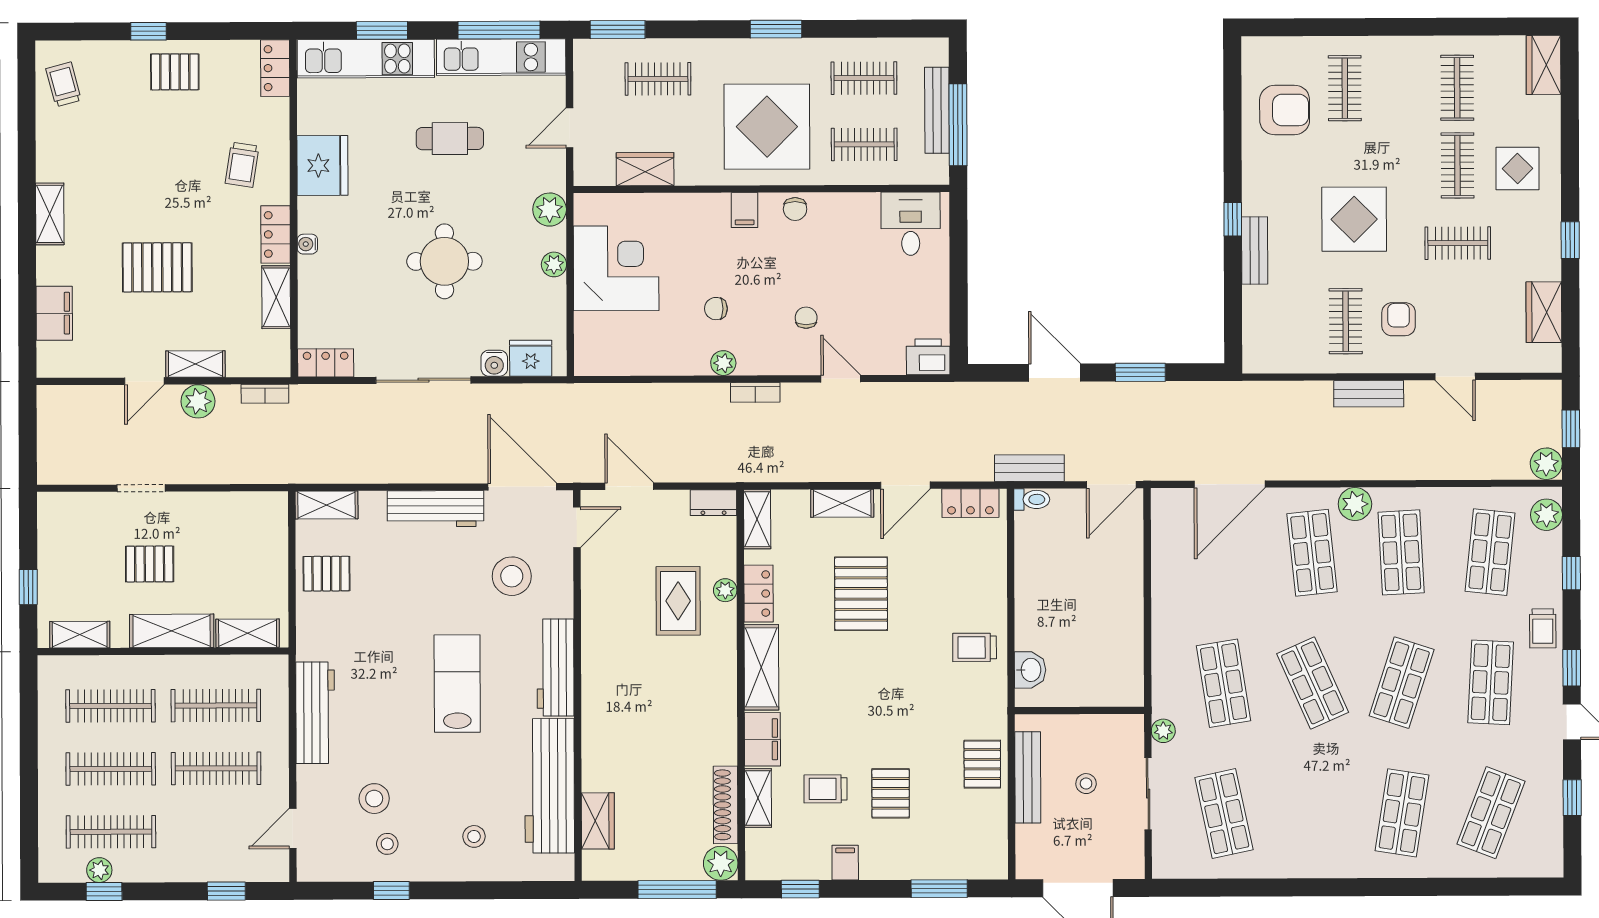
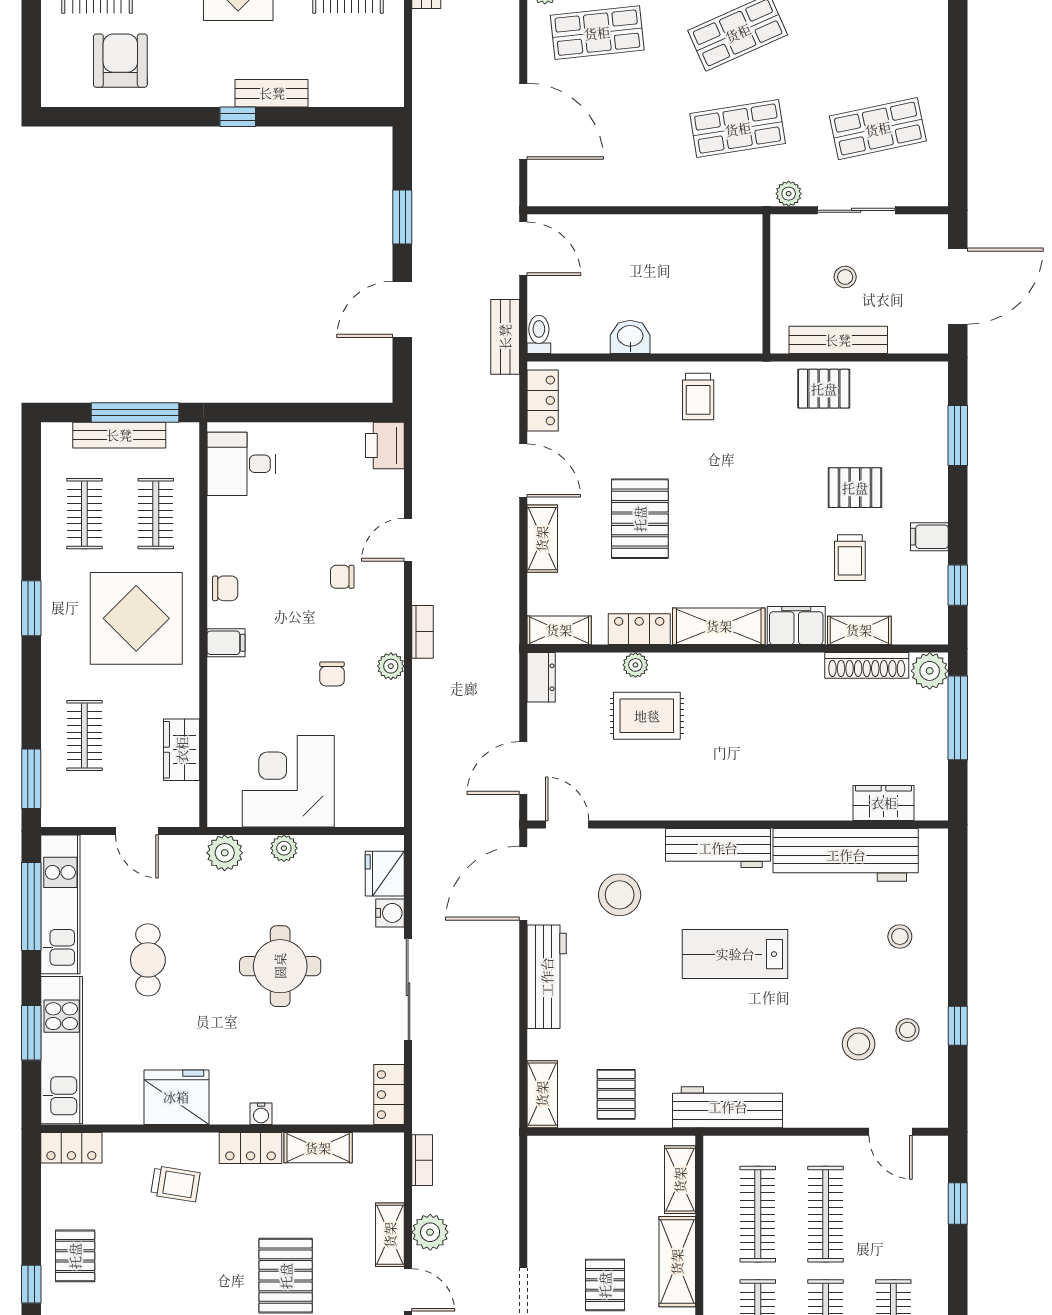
pallet: (861, 594) -> (640, 519), turned 90
washbasin: (1030, 670) -> (630, 337), moved
workbench: (315, 713) -> (728, 1107), moved

